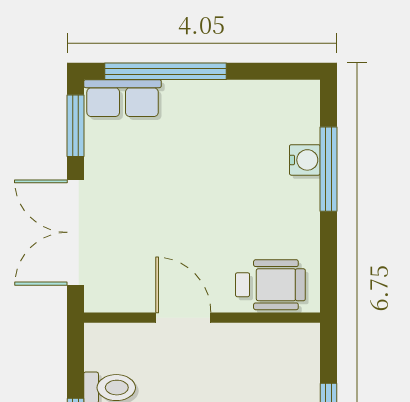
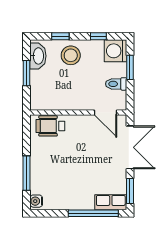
water cooler: (305, 160) -> (36, 201), moved
door: (183, 318) -> (105, 113), moved

